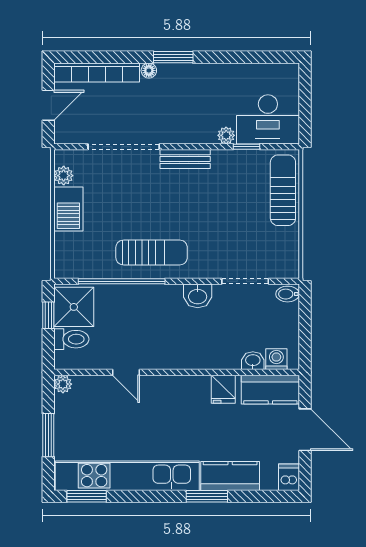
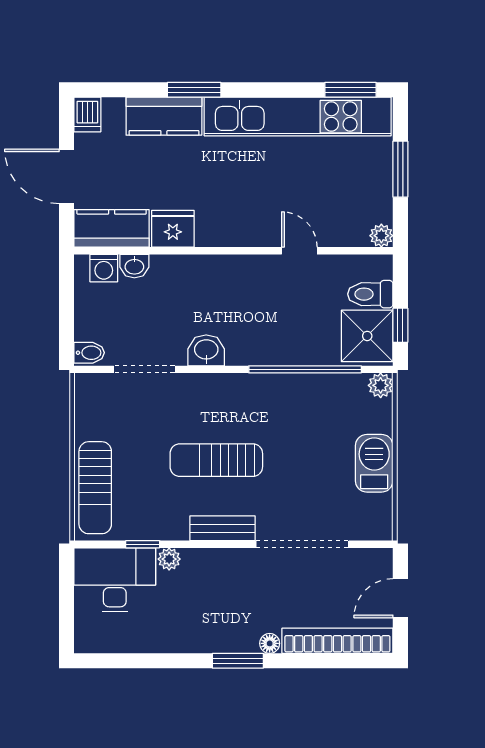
plant: (64, 176) -> (381, 385), moved
sun lounger: (152, 252) -> (216, 460), moved
fridge: (223, 389) -> (173, 229), width x1.38

